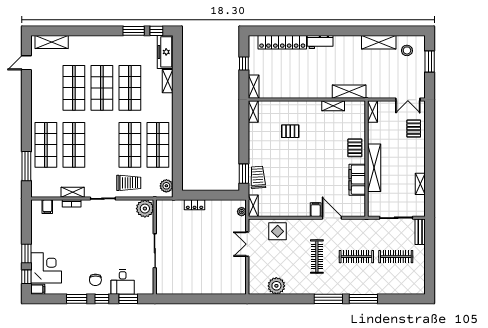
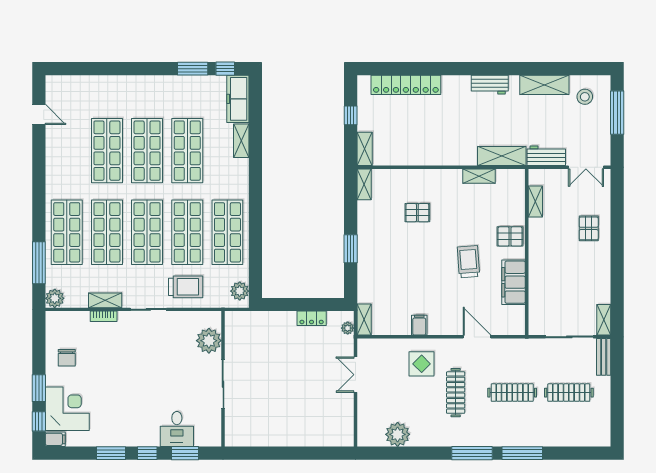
shelving: (52, 42) -> (75, 85), removed
workbench: (320, 42) -> (490, 85), moved
window: (430, 62) -> (617, 113), width x1.44
door: (26, 63) -> (39, 114), swing flipped
workbench: (380, 92) -> (546, 156), added
shelving: (373, 112) -> (535, 201), moved
pallet: (414, 129) -> (589, 228), moved
shop shelf: (102, 145) -> (147, 232), added
pallet: (355, 148) -> (510, 236), turned 90
shelving: (374, 168) -> (538, 265), removed
window: (244, 174) -> (351, 249), moved
trolley: (258, 177) -> (468, 262), moved
shelving: (420, 184) -> (604, 320), moved
plant: (38, 191) -> (55, 298), added
locker: (195, 205) -> (312, 318), moved
filing cabinet: (47, 207) -> (69, 321), removed
plant: (145, 209) -> (209, 341), moved
filing cabinet: (316, 210) -> (419, 325), moved
display table: (278, 231) -> (422, 364), moved
chair: (95, 280) -> (67, 358), moved

